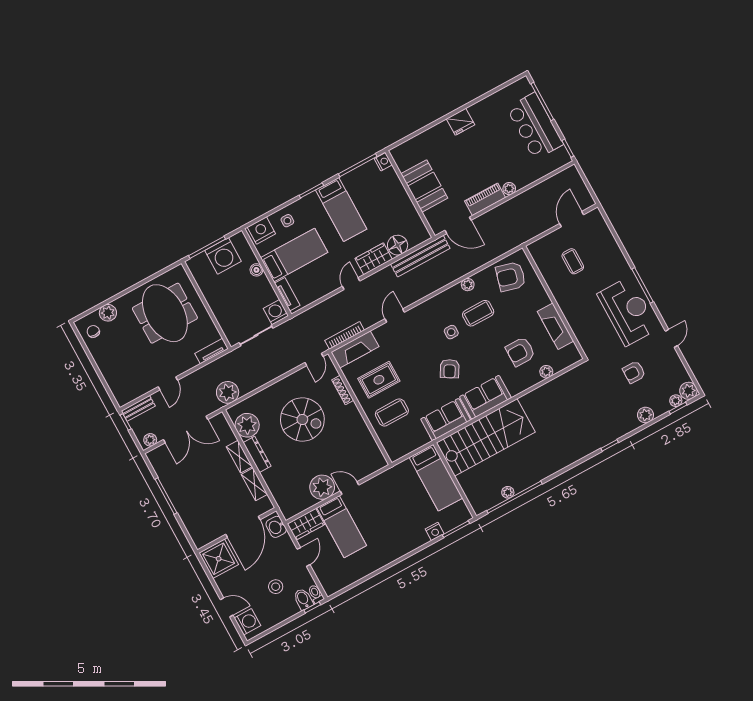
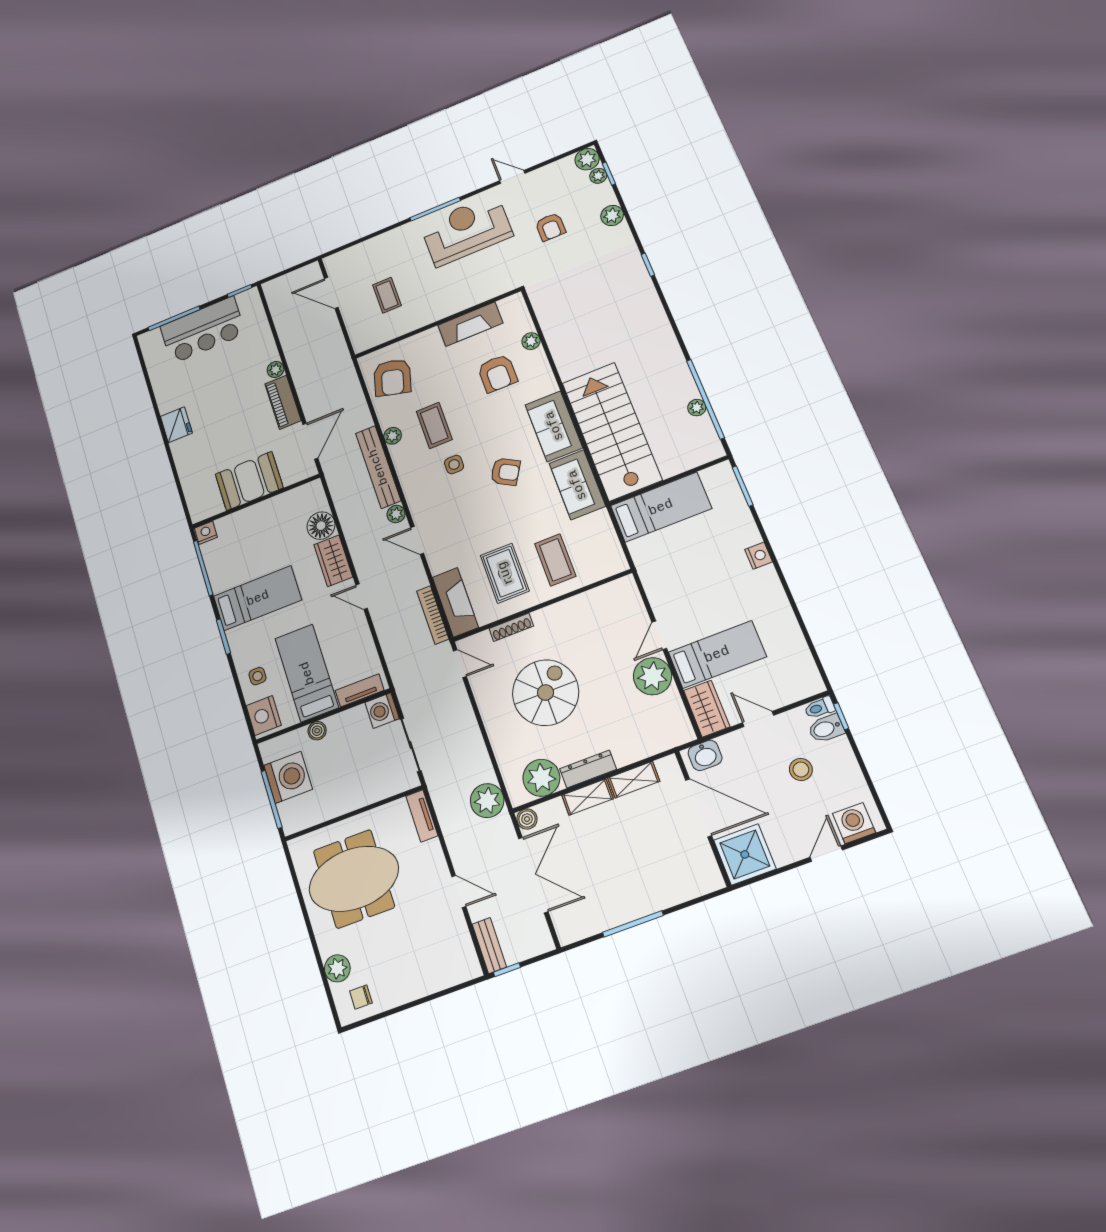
bench: (420, 256) -> (378, 467), moved
coffee table: (573, 261) -> (387, 295), turned 90
boiler: (220, 420) -> (527, 819), added
plant: (150, 440) -> (396, 514), moved
nightstand: (435, 531) -> (759, 556), moved

